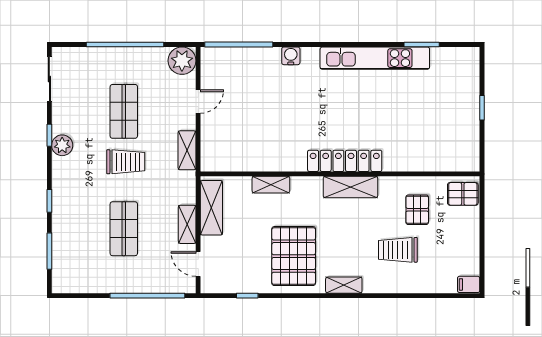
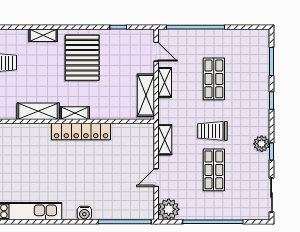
locker: (345, 161) -> (81, 132), moved
shelving: (271, 185) -> (75, 113), moved

